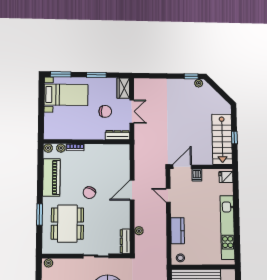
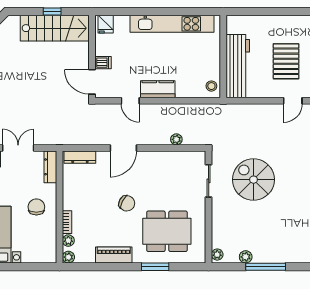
chair: (105, 111) -> (36, 207), moved
piano: (51, 177) -> (114, 255), width x0.73, depth x0.75
door: (132, 190) -> (123, 148), hinge flipped
door: (168, 195) -> (130, 101), hinge flipped
kitchen counter: (178, 231) -> (158, 89), moved
dresser: (125, 241) -> (80, 157), moved
sliding door: (96, 256) -> (209, 181), moved

